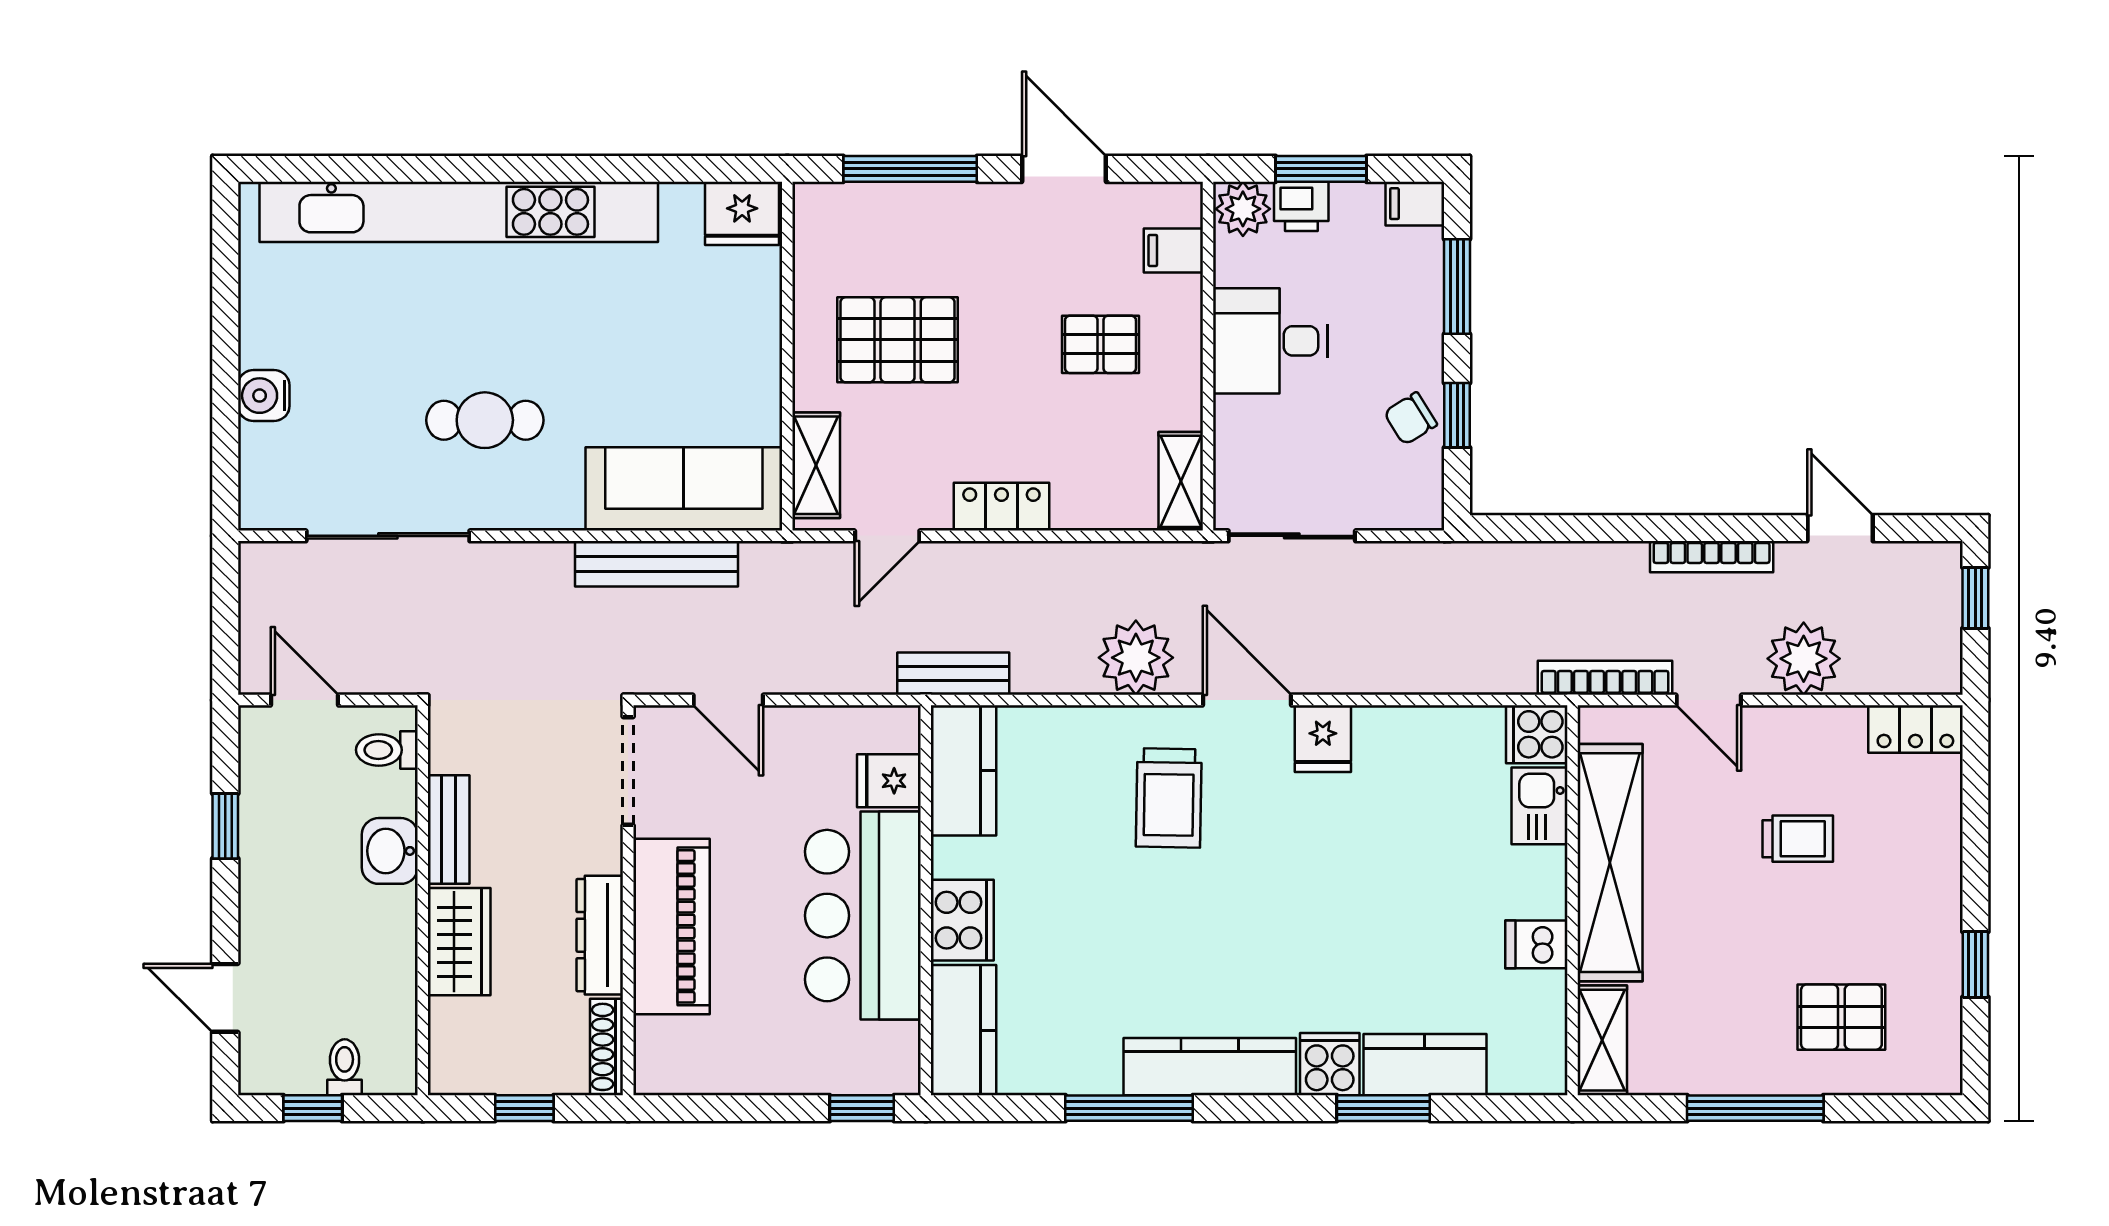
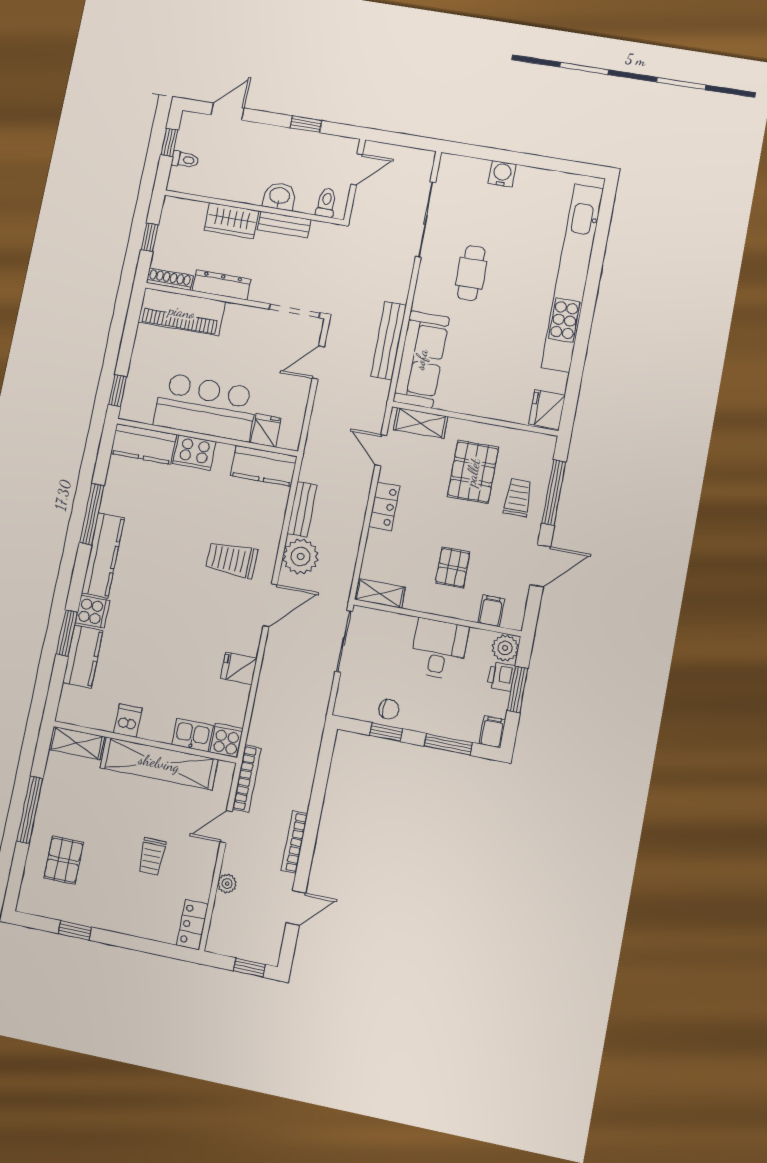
trolley: (933, 239) -> (518, 497), added
chair: (1410, 419) -> (389, 709), turned 122
plant: (1804, 659) -> (227, 884), width x0.53, depth x0.53
bench: (953, 674) -> (302, 509), moved
fridge: (1323, 739) -> (239, 668), moved
piano: (671, 926) -> (182, 312), moved

